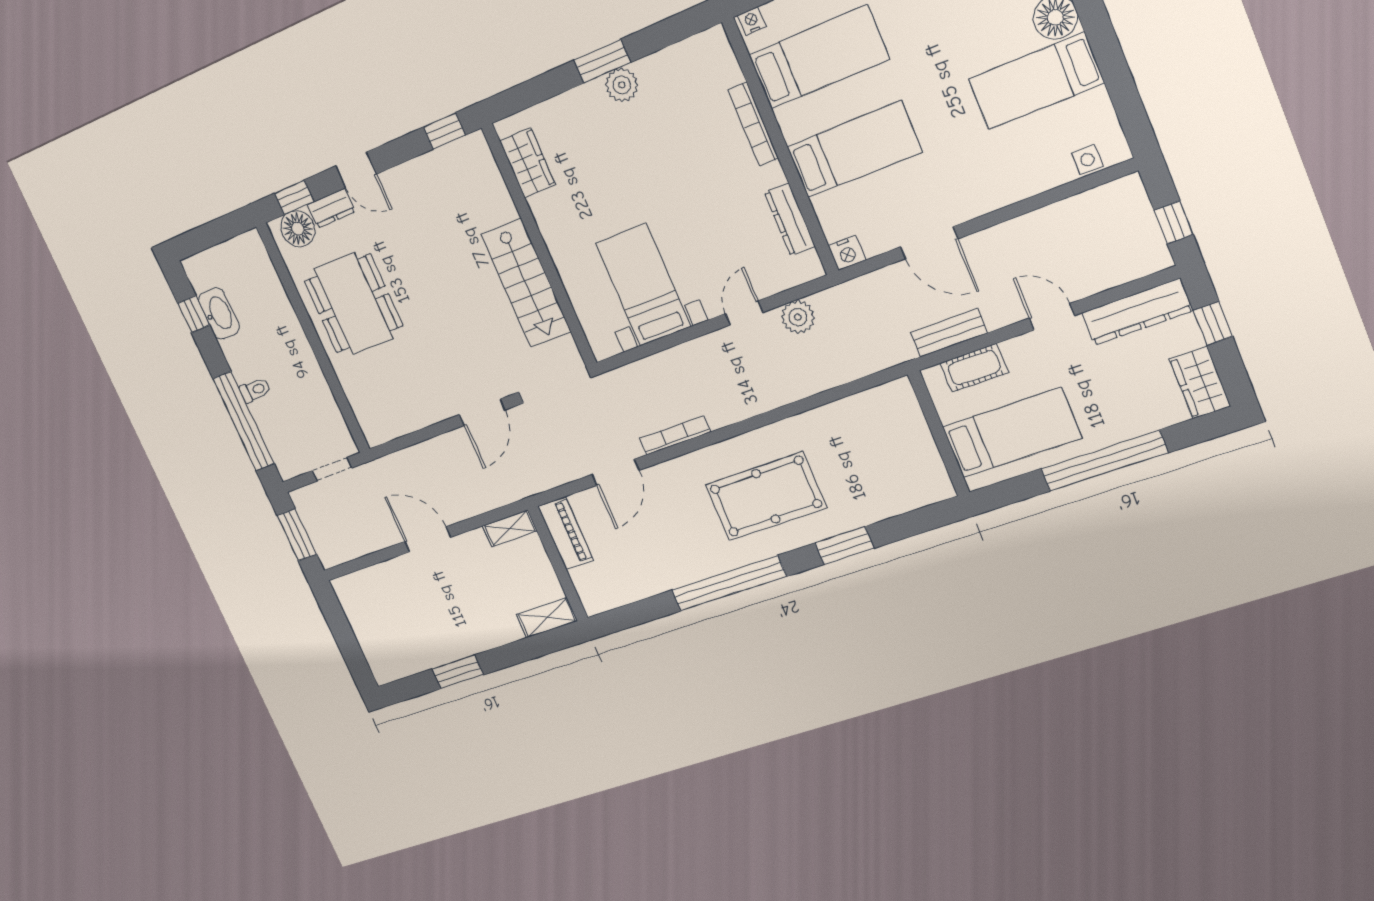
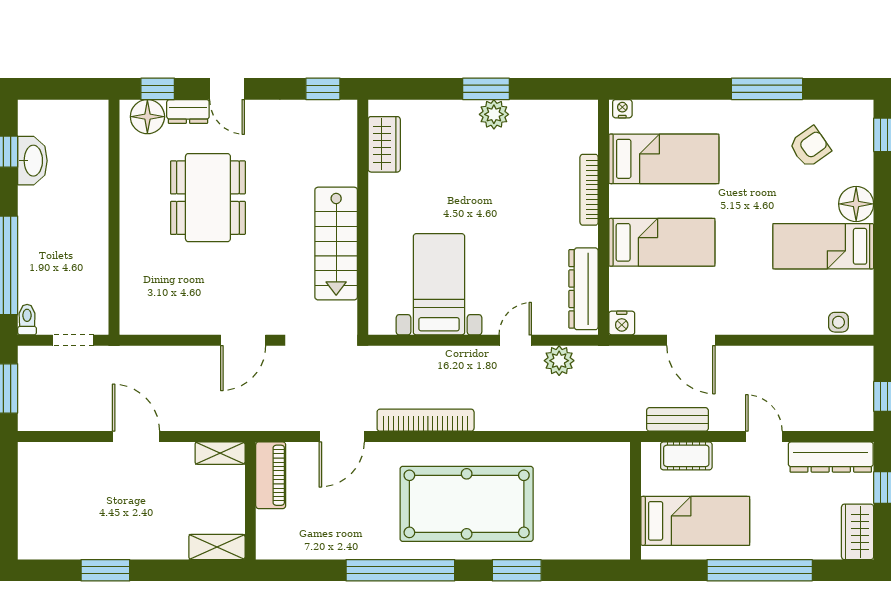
dresser: (790, 219) -> (584, 289), width x1.37, depth x1.24
dining table: (353, 304) -> (208, 198), moved
toilet: (255, 390) -> (27, 320), moved, turned -90
bookcase: (675, 435) -> (426, 420), width x1.48, depth x1.31
pool table: (766, 496) -> (467, 504), width x1.36, depth x1.32

